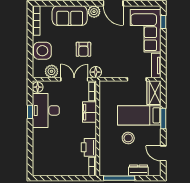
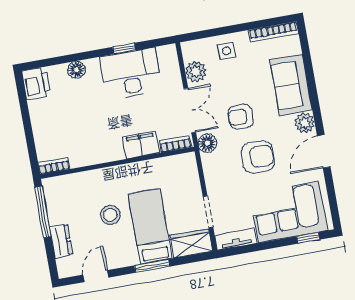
armchair: (109, 43) -> (258, 157), added
side table: (42, 51) -> (226, 51), width x0.54, depth x0.54
floor lamp: (38, 87) -> (76, 70), moved
printer: (89, 147) -> (36, 83), moved, turned 90

